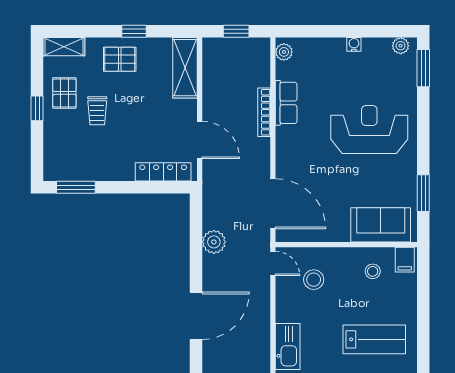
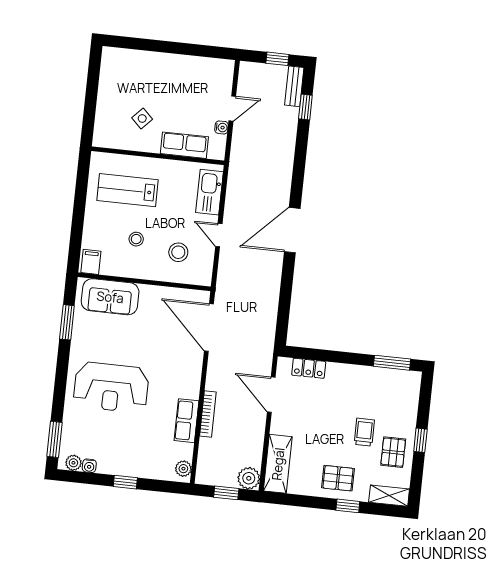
window: (134, 31) -> (348, 506), moved
window: (344, 31) -> (125, 482), added
water cooler: (354, 44) -> (89, 466), moved
locker: (163, 172) -> (309, 368), width x0.66
plant: (214, 242) -> (249, 478), moved
door: (273, 263) -> (219, 235), moved
stool: (373, 271) -> (136, 239), moved

